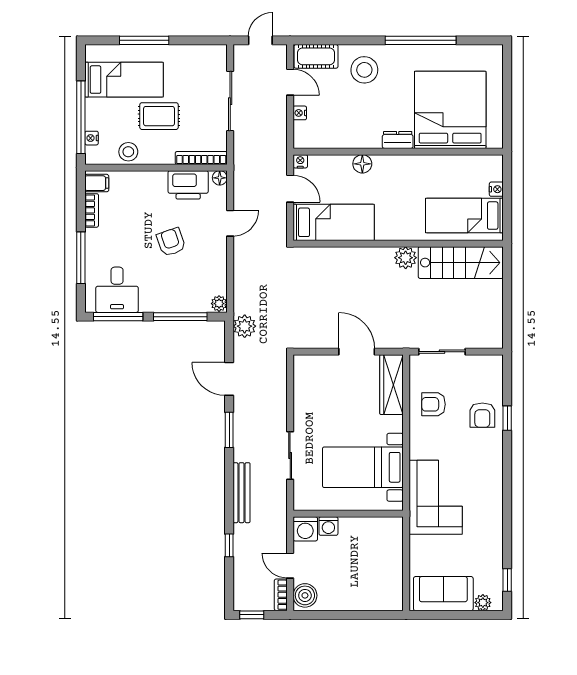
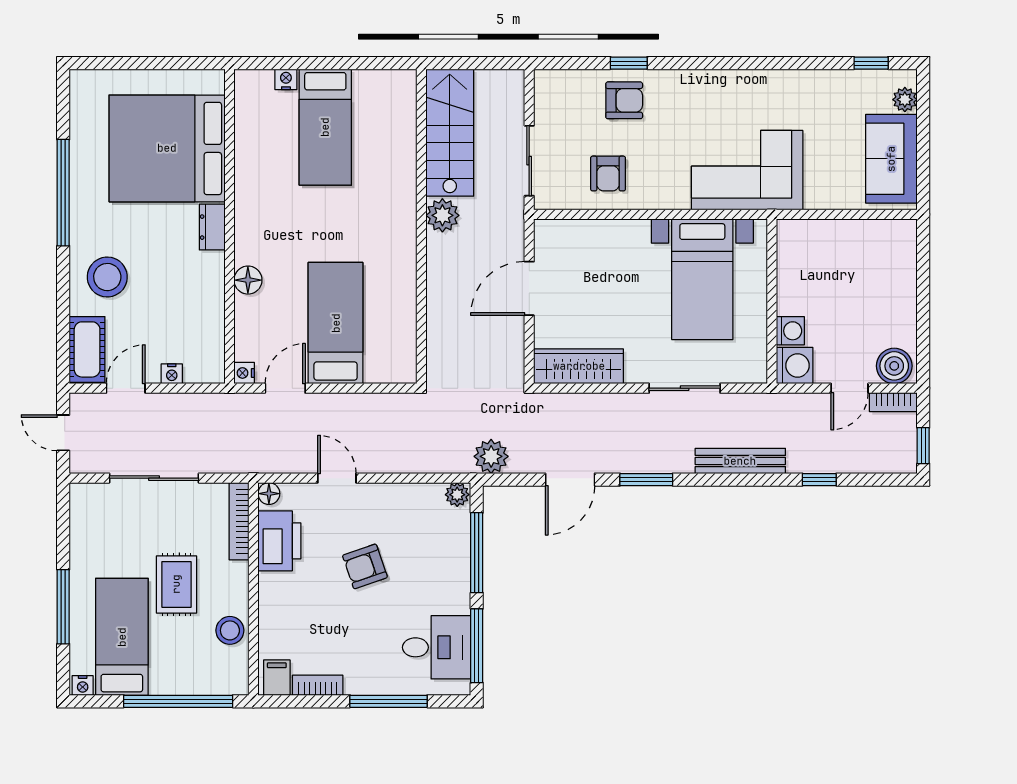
nightstand: (92, 138) -> (83, 685), moved
wall: (398, 244) -> (421, 226), moved
plant: (406, 258) -> (442, 215), moved
stairs: (461, 263) -> (450, 133), moved
wardrobe: (392, 385) -> (579, 366), moved, turned 180

